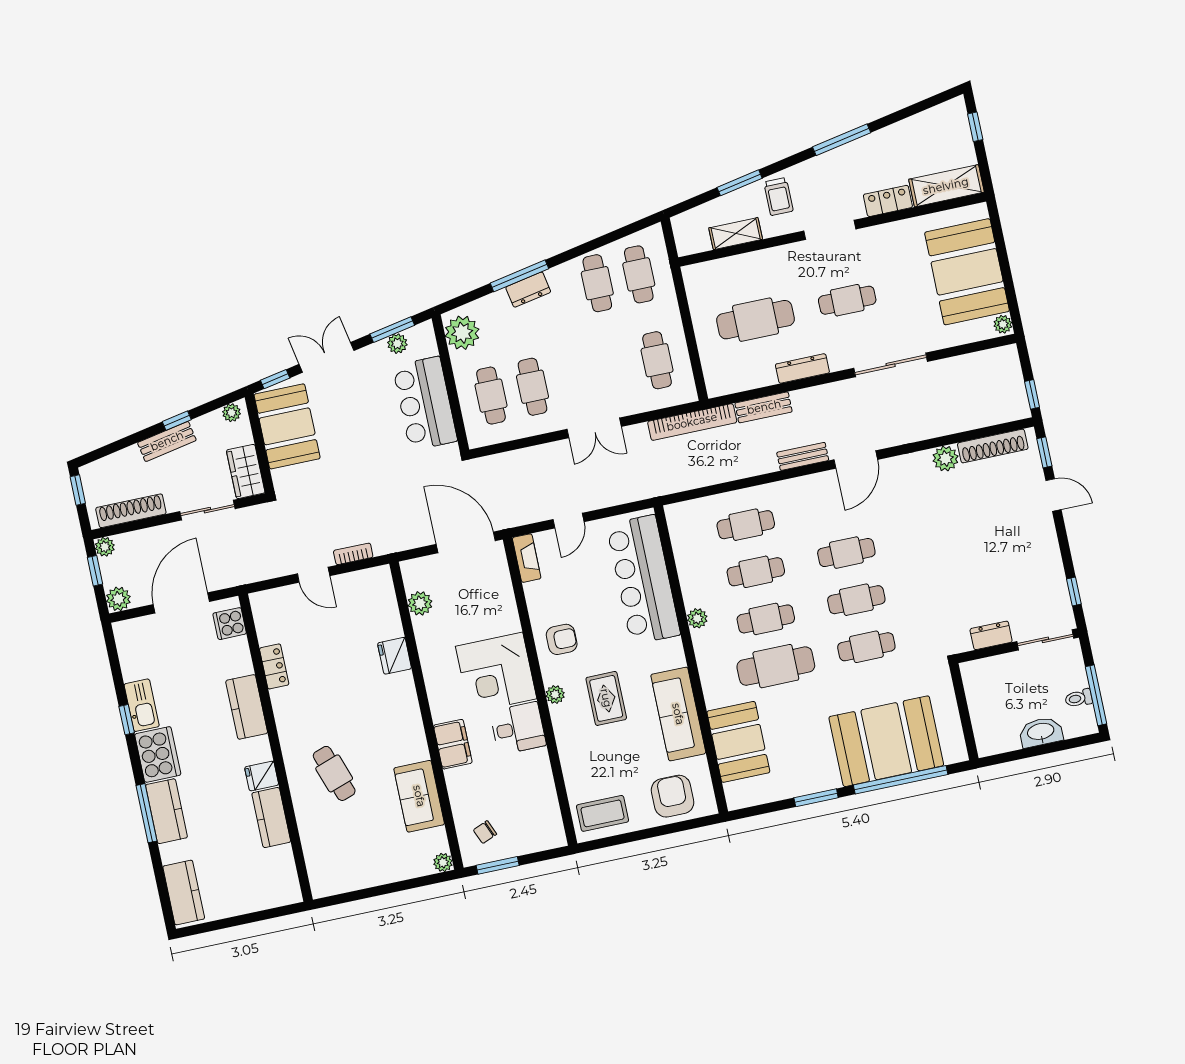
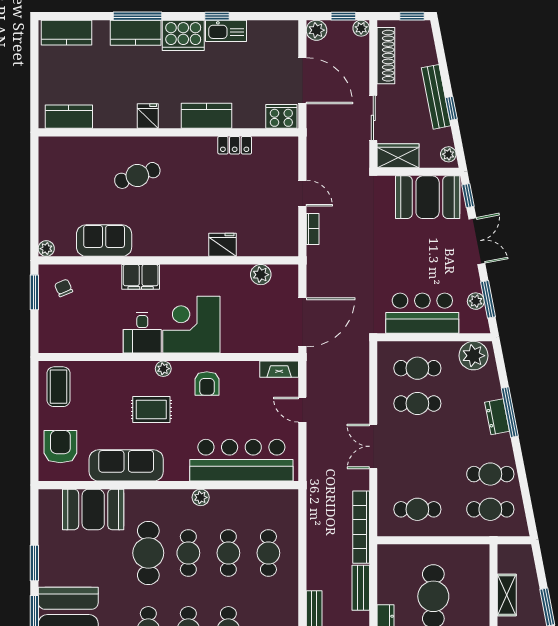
bench: (167, 441) -> (436, 97), width x1.36
door: (314, 575) -> (302, 193), swing flipped
cooker: (230, 624) -> (281, 116), width x1.36
armchair: (673, 796) -> (60, 447), turned -90
kitchen counter: (271, 818) -> (69, 117), moved

